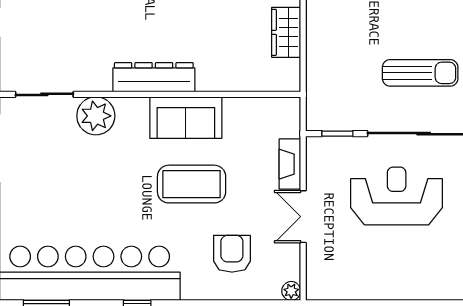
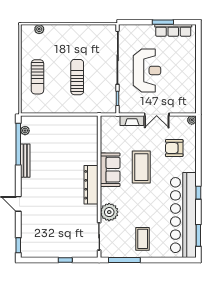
wardrobe: (286, 32) -> (70, 122), removed
sun lounger: (420, 73) -> (77, 77), moved
coffee table: (39, 187) -> (143, 239), added
reception desk: (397, 196) -> (147, 70), turned 180

